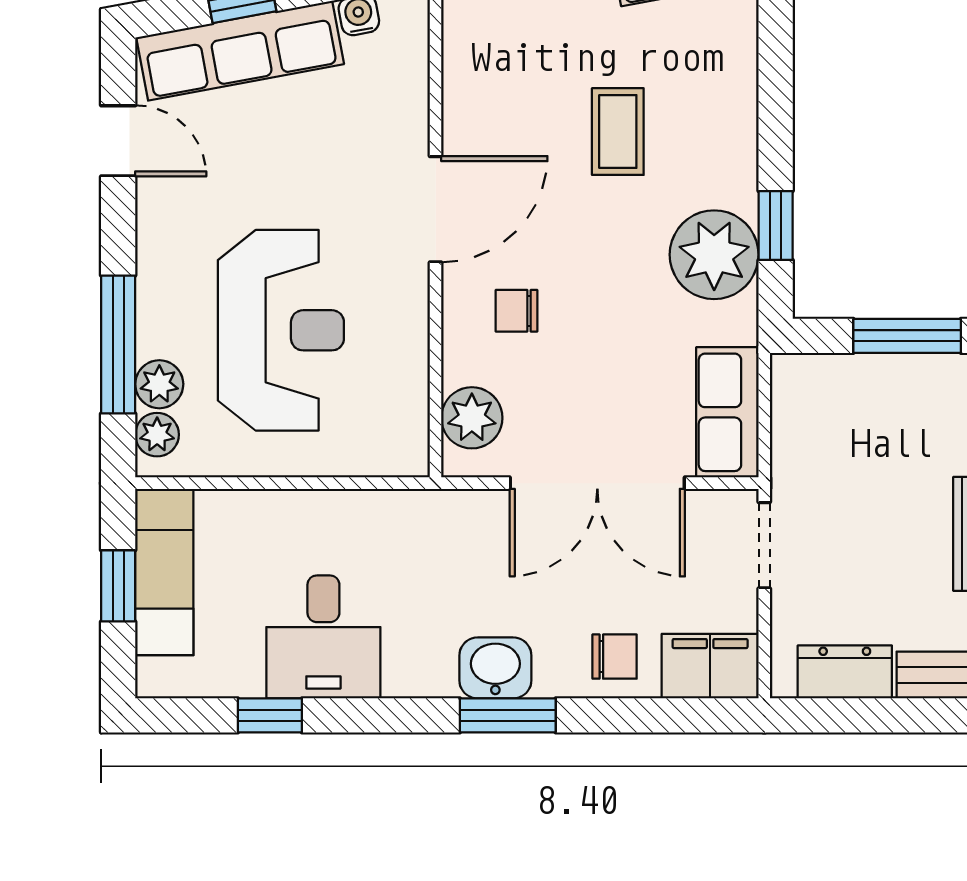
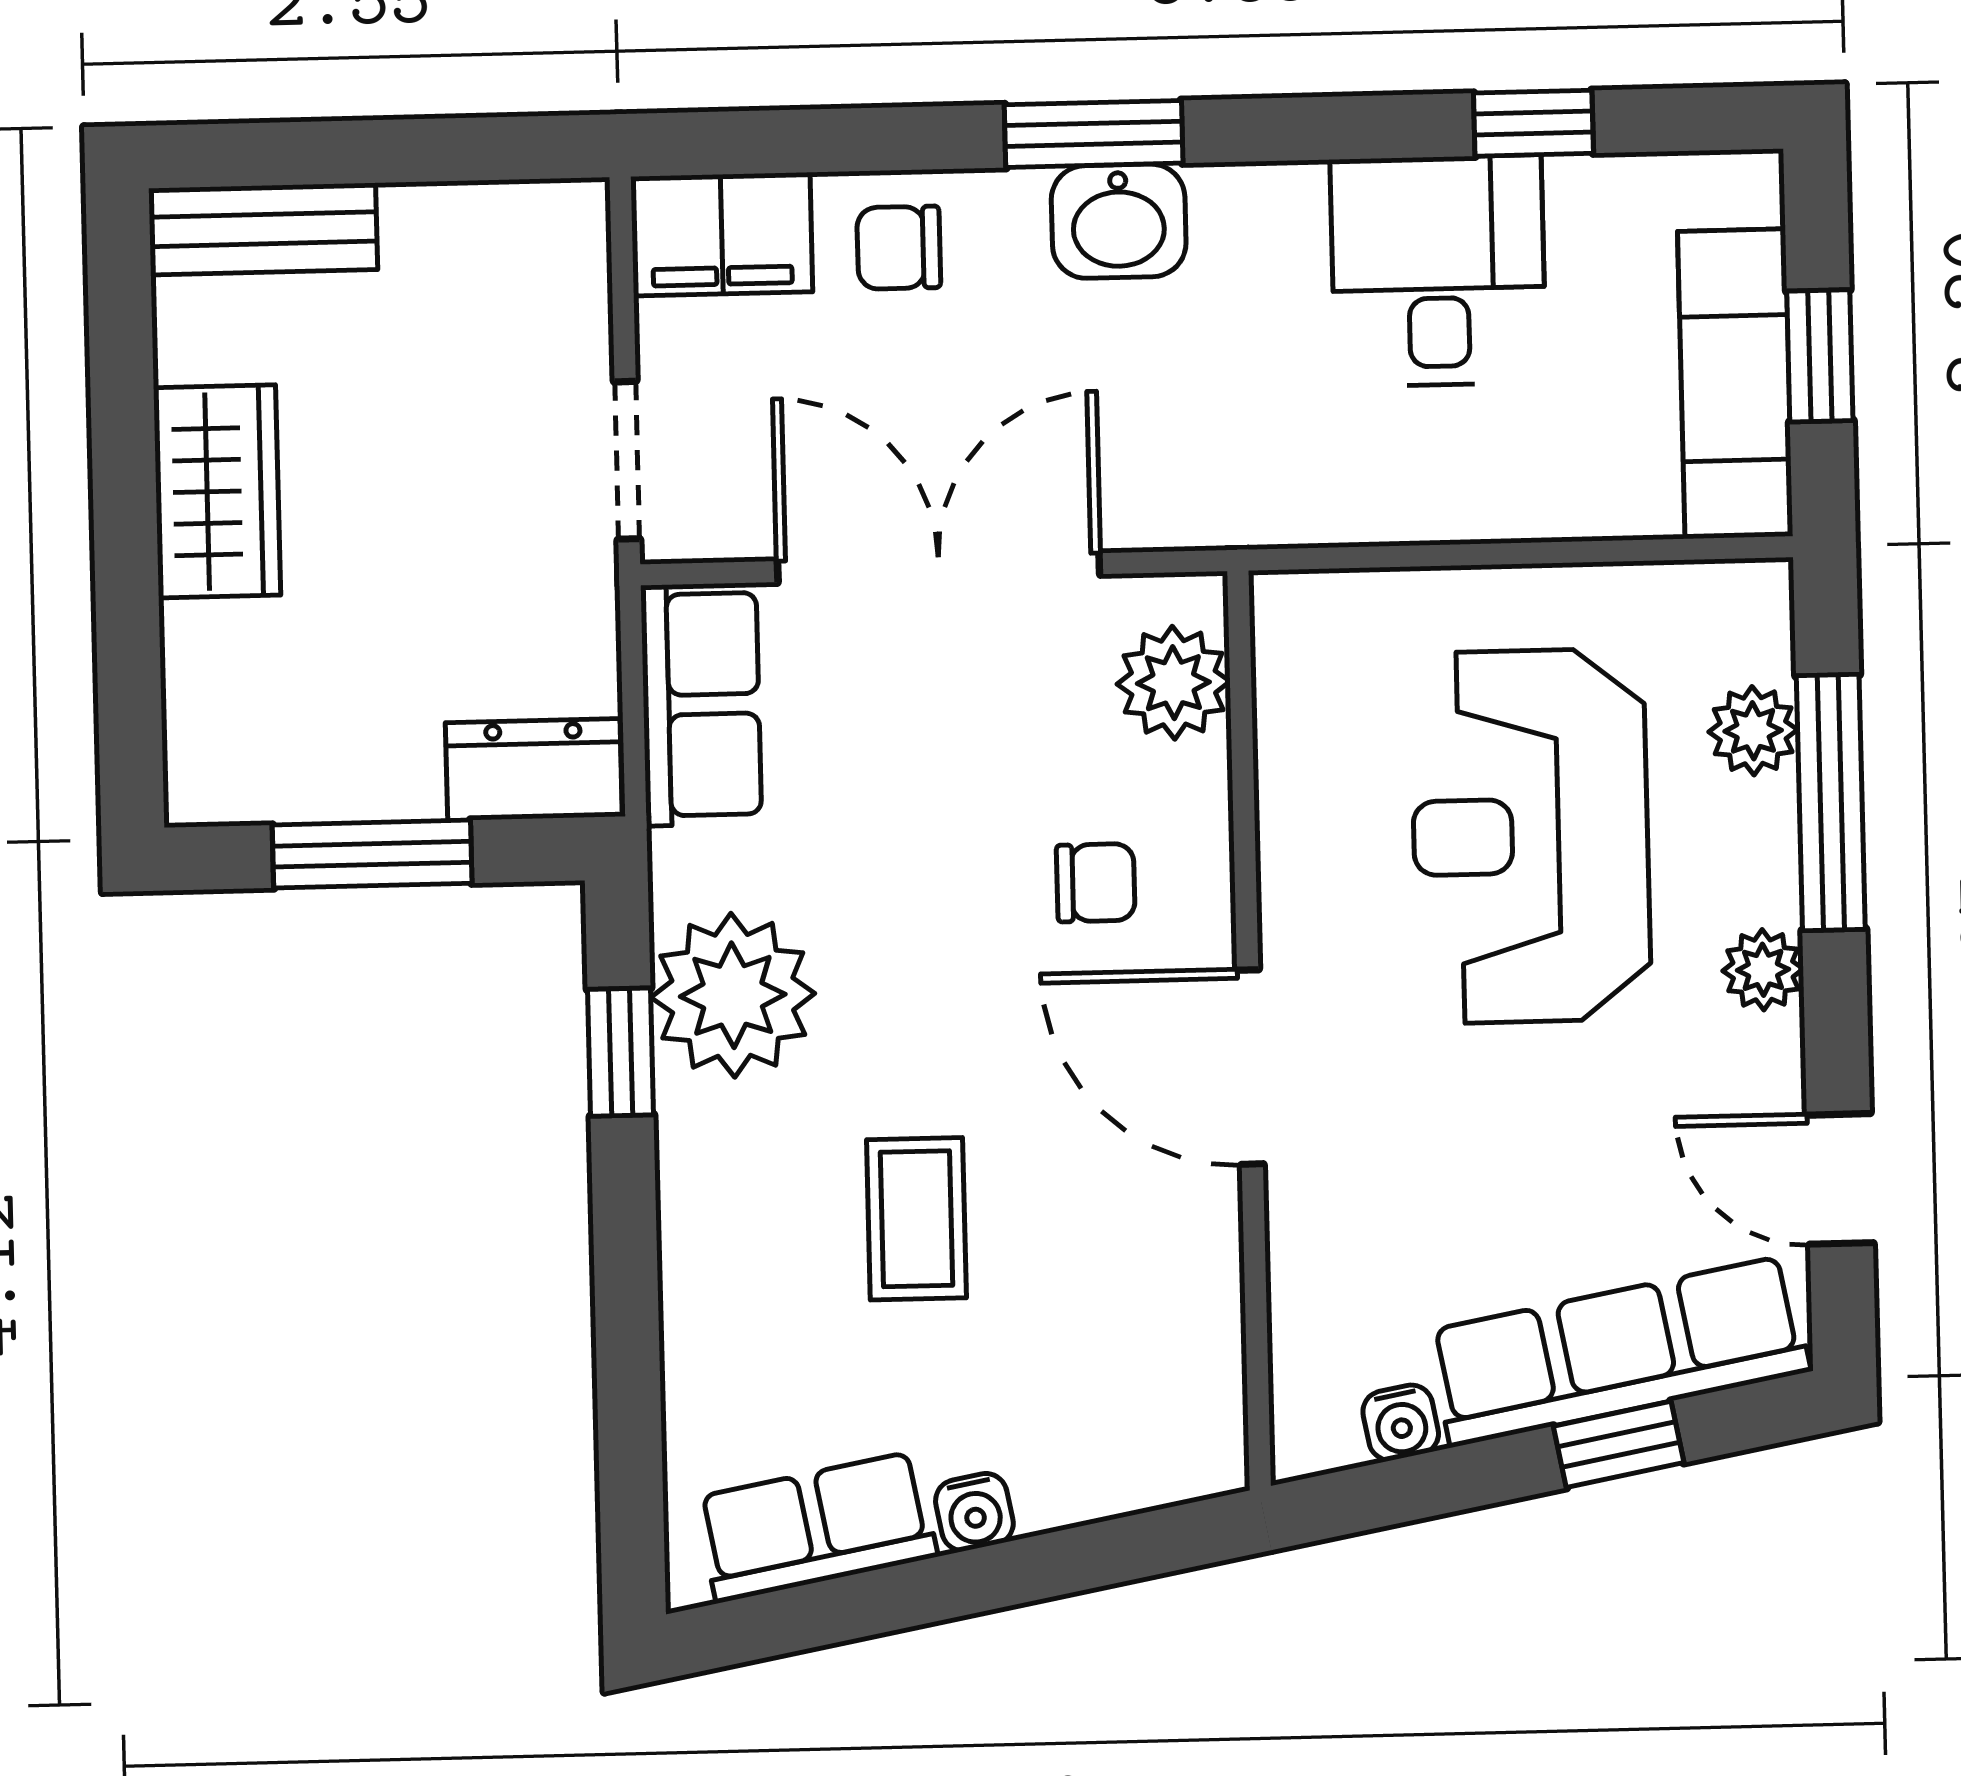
door: (436, 209) -> (1250, 1067), hinge flipped
plant: (157, 435) -> (1763, 970), moved
dresser: (845, 672) -> (534, 770), moved, turned 180

